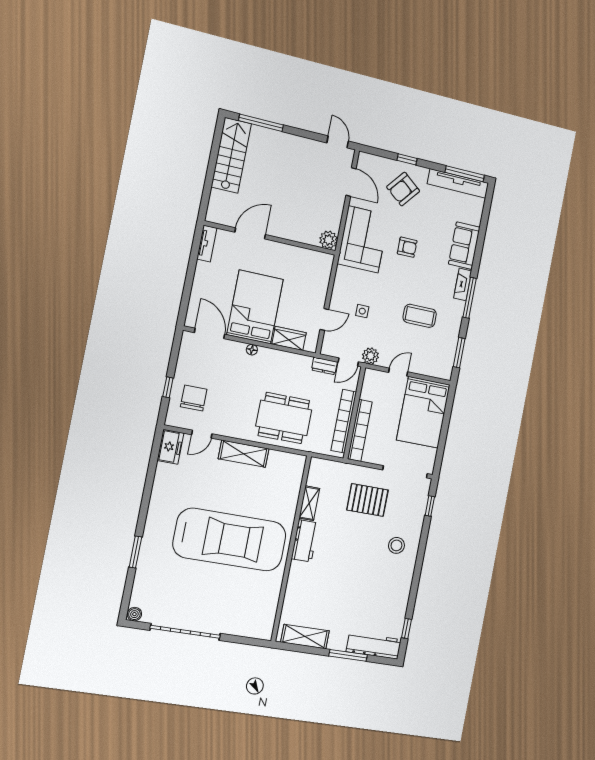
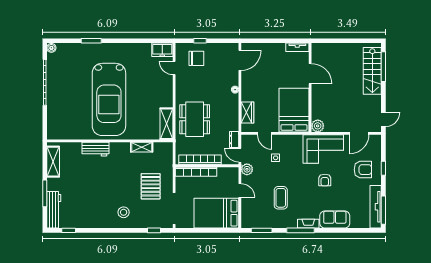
stairs: (231, 155) -> (372, 71), moved, turned 90
armchair: (403, 189) -> (363, 170), turned 141
bed: (255, 307) -> (294, 110), moved, turned -90
shelving: (244, 454) -> (166, 124), moved
workbench: (305, 541) -> (95, 149), moved

